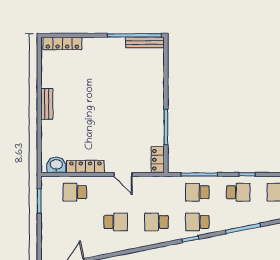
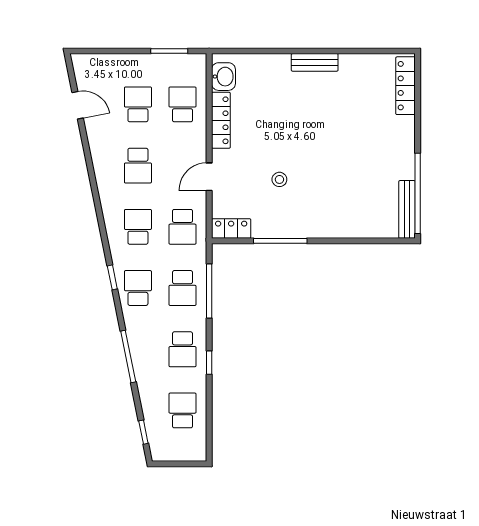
stool: (125, 128) -> (279, 179), added
school desk: (156, 192) -> (182, 227), added
school desk: (197, 192) -> (182, 288), turned 180
school desk: (75, 222) -> (138, 104), added

